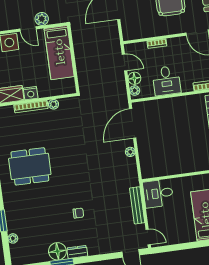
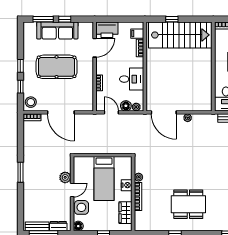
bed: (59, 52) -> (104, 179), moved, turned 90
door: (124, 62) -> (111, 112), hinge flipped
nightstand: (31, 93) -> (127, 185), moved
dining table: (30, 166) -> (188, 204), turned 90

